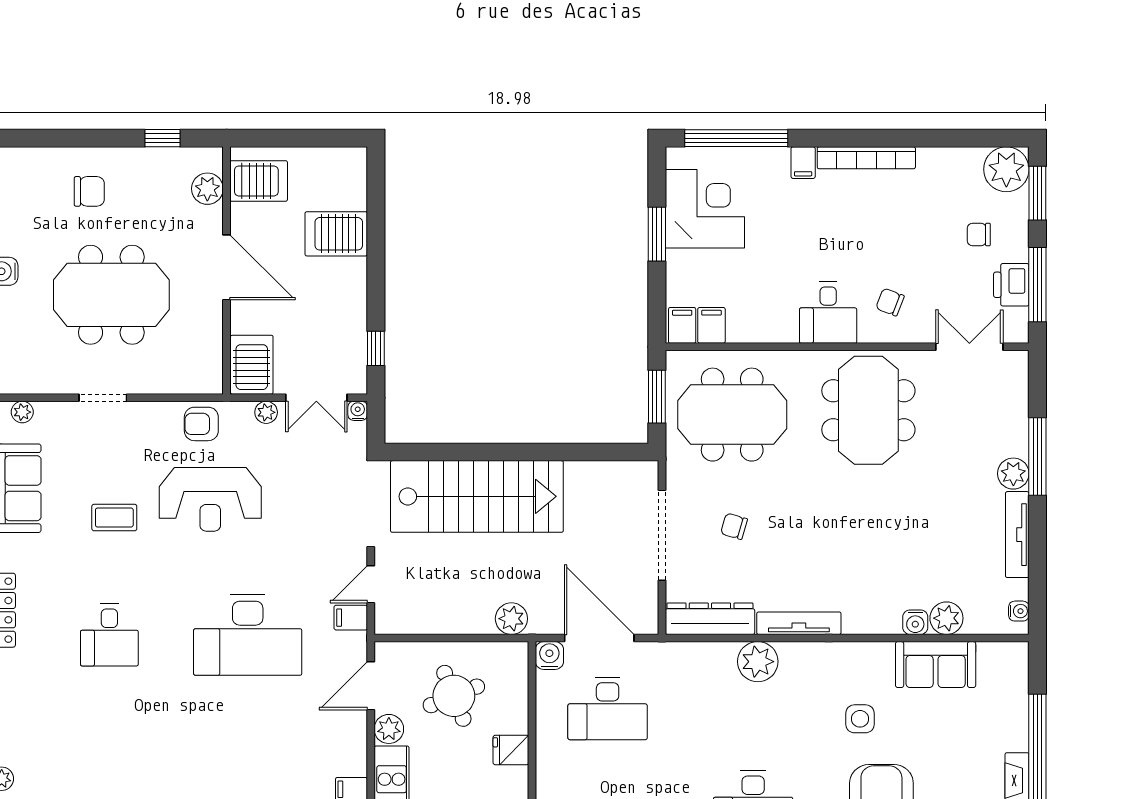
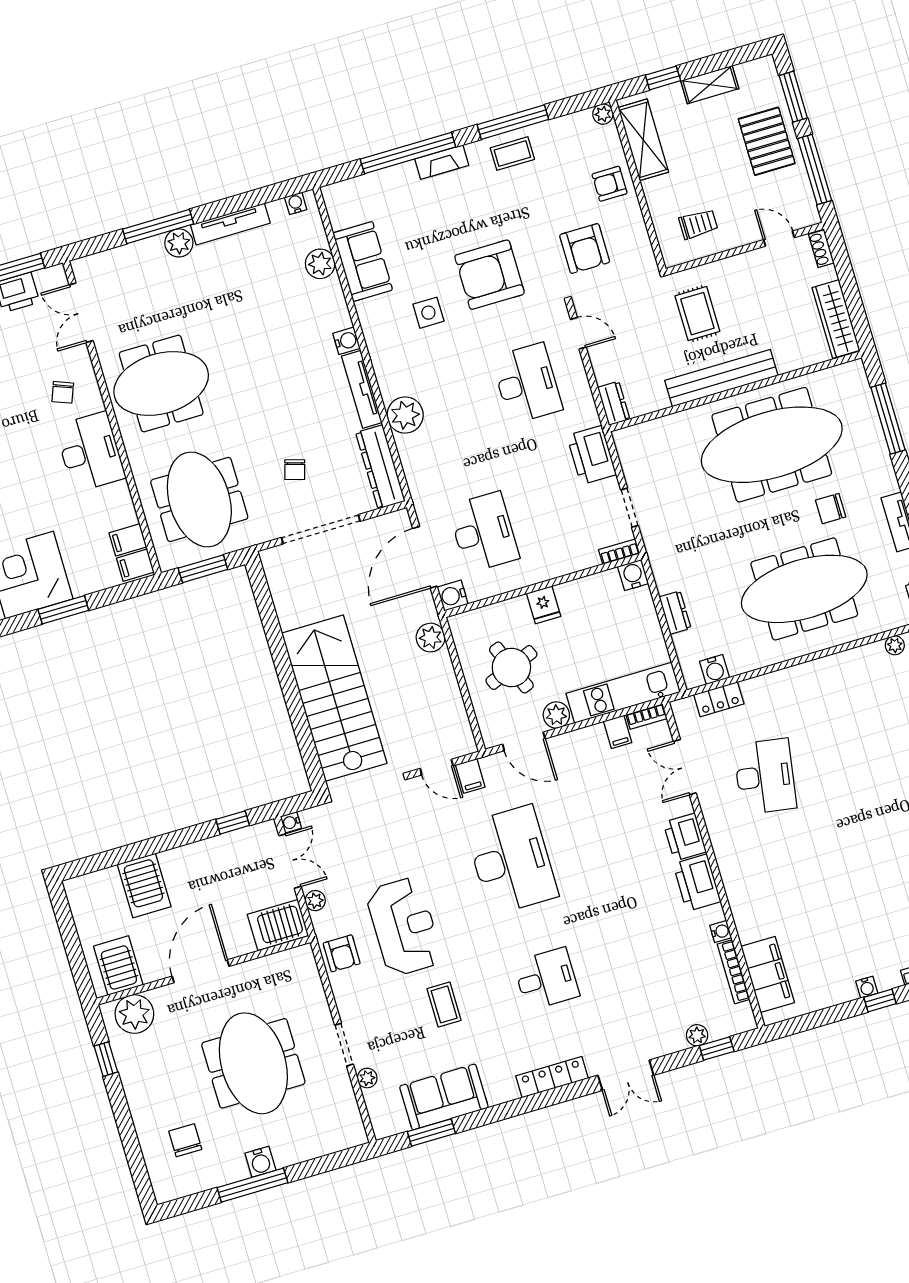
plant: (207, 189) -> (134, 1014), width x1.36, depth x1.36
chair: (89, 191) -> (185, 1140), moved
desk: (828, 313) -> (90, 452), width x1.37
plant: (22, 412) -> (367, 1078), moved
water cooler: (915, 622) -> (346, 341), moved

